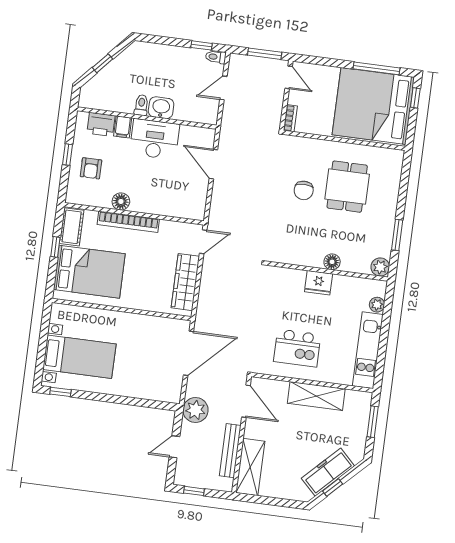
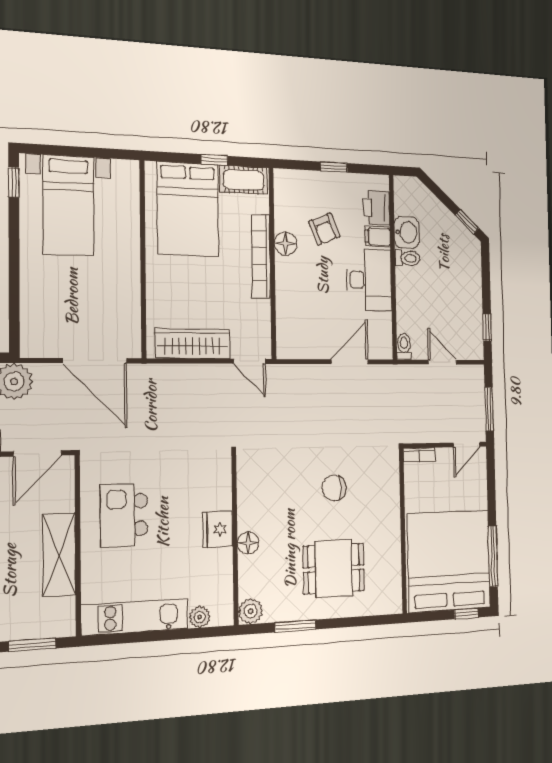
toilet: (216, 57) -> (404, 347), moved
window: (102, 63) -> (467, 222), moved
washbasin: (161, 108) -> (407, 232), moved
armchair: (91, 168) -> (324, 229), moved, turned -112
dining table: (347, 187) -> (334, 569), moved

